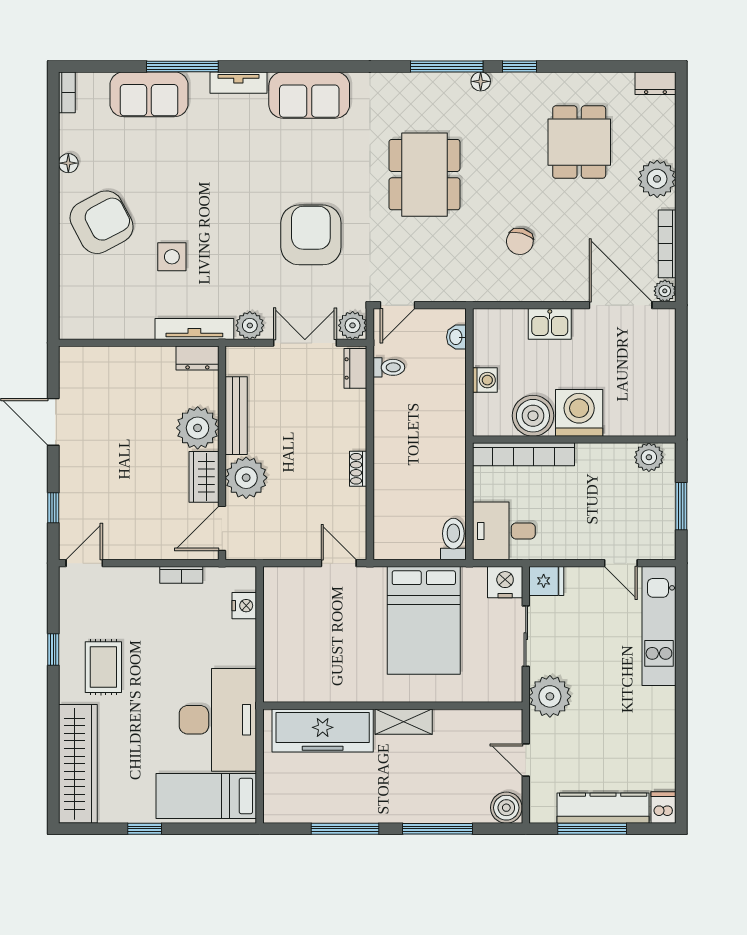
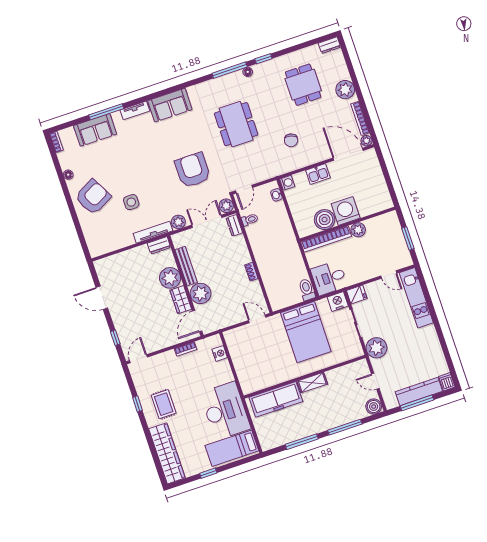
washing machine: (485, 380) -> (287, 183), moved
plant: (649, 457) -> (358, 230), moved

